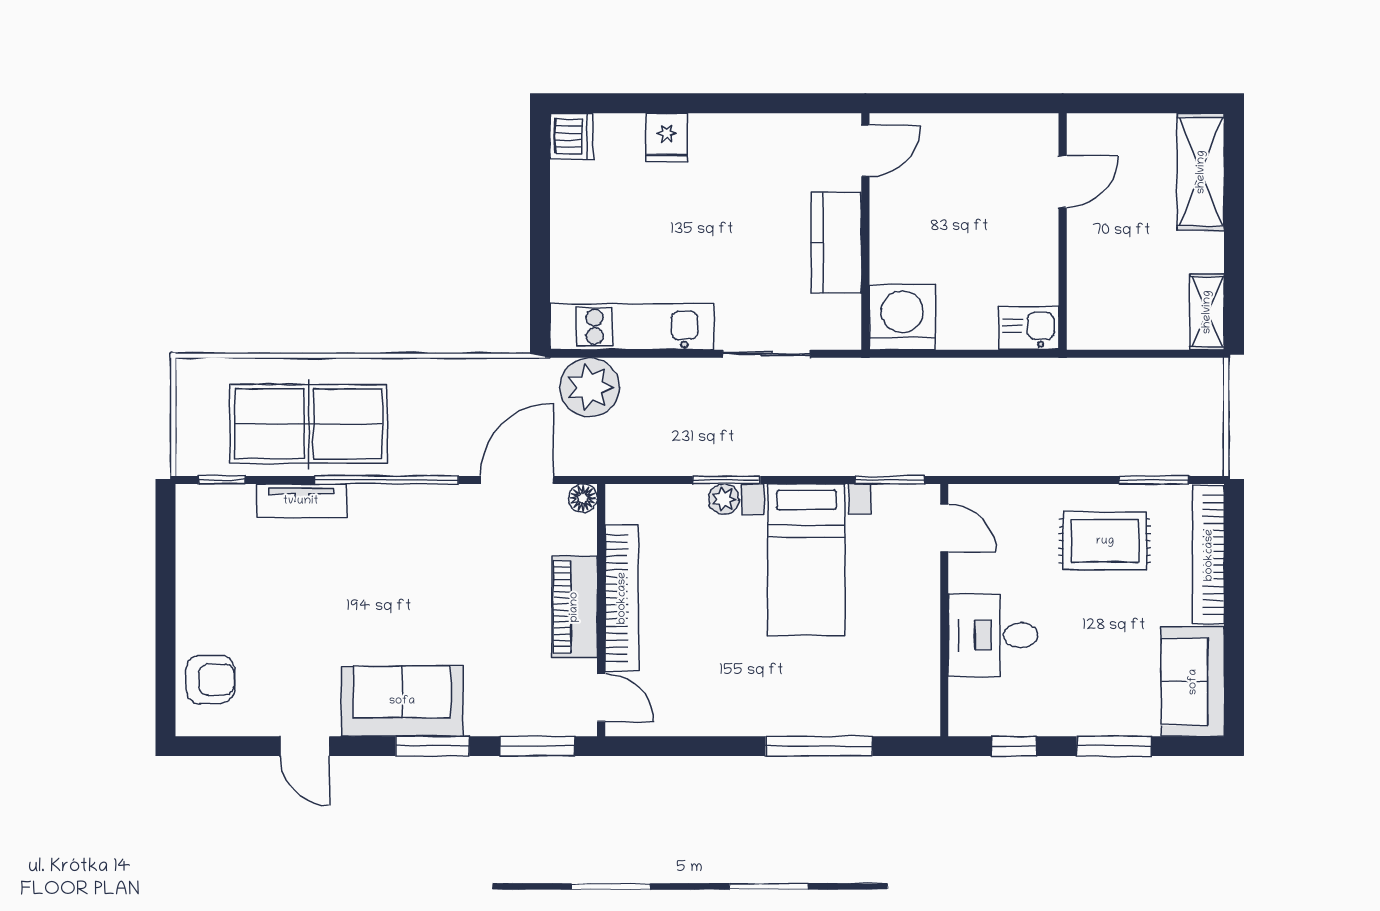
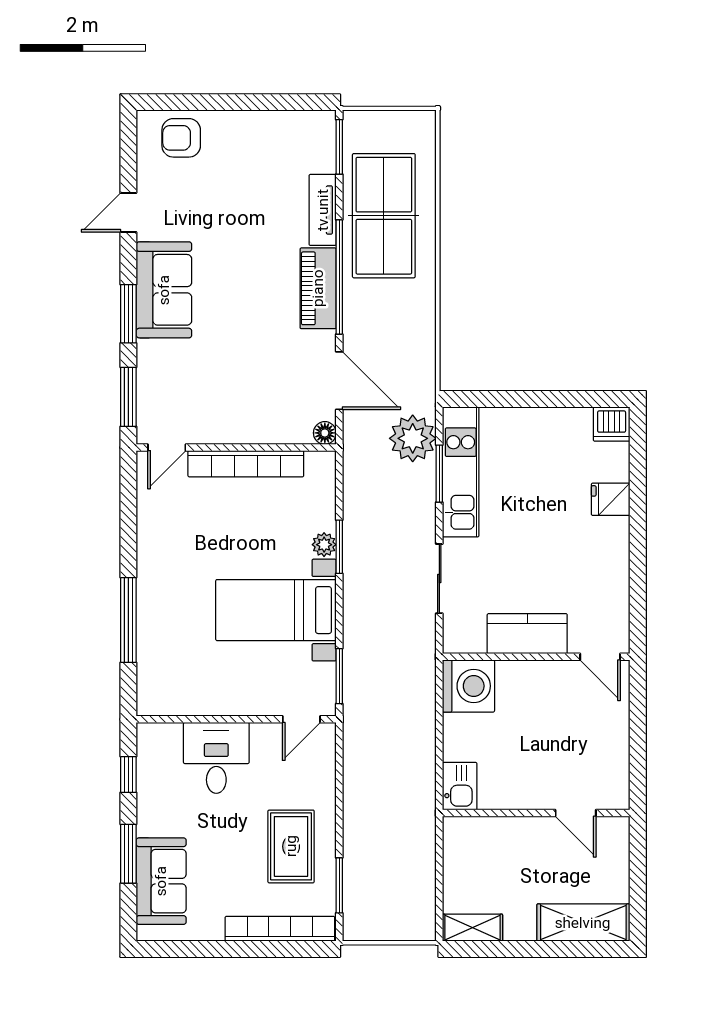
window: (634, 354) -> (439, 474), added
window: (222, 480) -> (339, 147), width x1.50
piano: (574, 607) -> (318, 288), moved, turned -90
armchair: (210, 680) -> (181, 138), turned 90
sofa: (1193, 682) -> (161, 881), moved, turned 90

